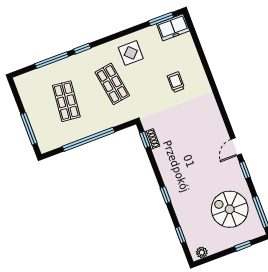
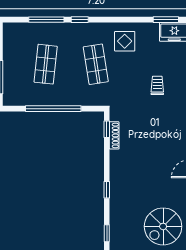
shoe rack: (152, 139) -> (114, 135), width x1.43
spiral stairs: (230, 209) -> (163, 226), turned -90

